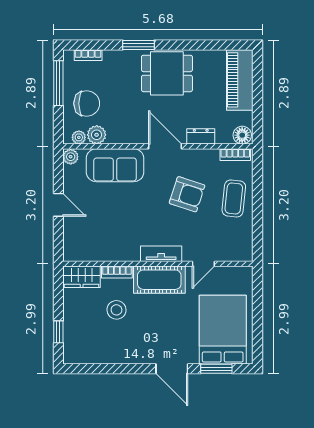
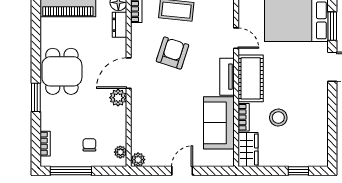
chair: (87, 103) -> (89, 145), width x0.54, depth x0.54
plant: (97, 135) -> (118, 98), moved
dresser: (201, 136) -> (120, 25), moved
sofa: (115, 165) -> (219, 123), moved, turned 180

